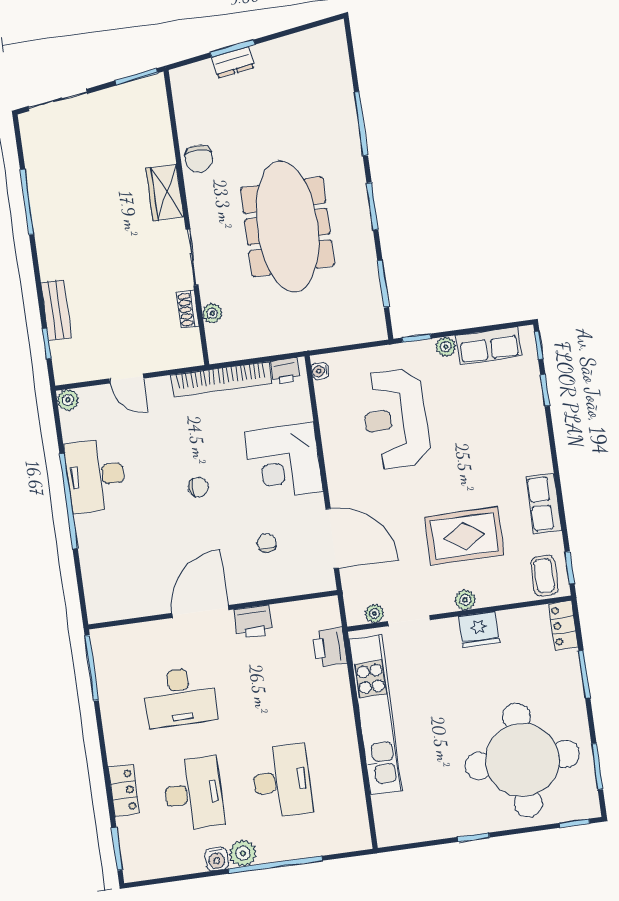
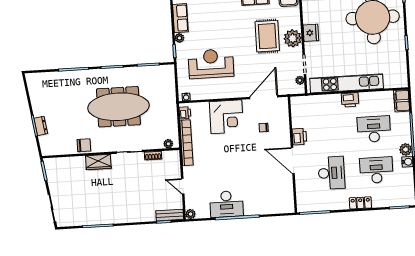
bench: (56, 310) -> (170, 215), moved
plant: (212, 313) -> (168, 144), moved
door: (126, 378) -> (183, 186), swing flipped
reception desk: (396, 419) -> (211, 64), turned 180
chair: (198, 487) -> (235, 157), removed
plant: (465, 600) -> (293, 38), width x1.88, depth x1.88
printer: (330, 647) -> (350, 100), moved
locker: (124, 790) -> (360, 203), moved
filing cabinet: (347, 836) -> (402, 101), added

